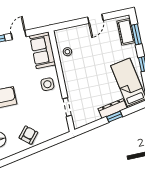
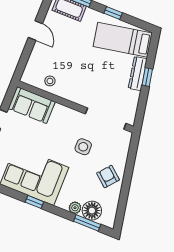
side table: (47, 84) -> (83, 147), moved
doorway: (67, 107) -> (106, 119), width x1.87

